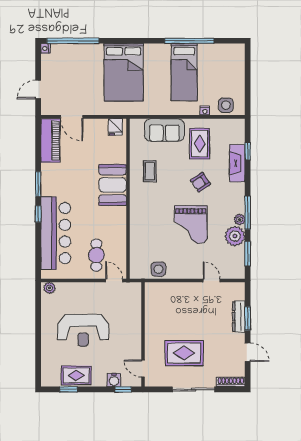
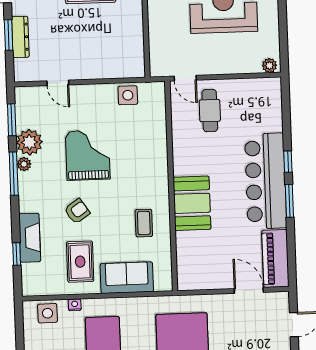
fridge: (115, 127) -> (191, 280), removed
bar counter: (56, 233) -> (266, 181), moved

